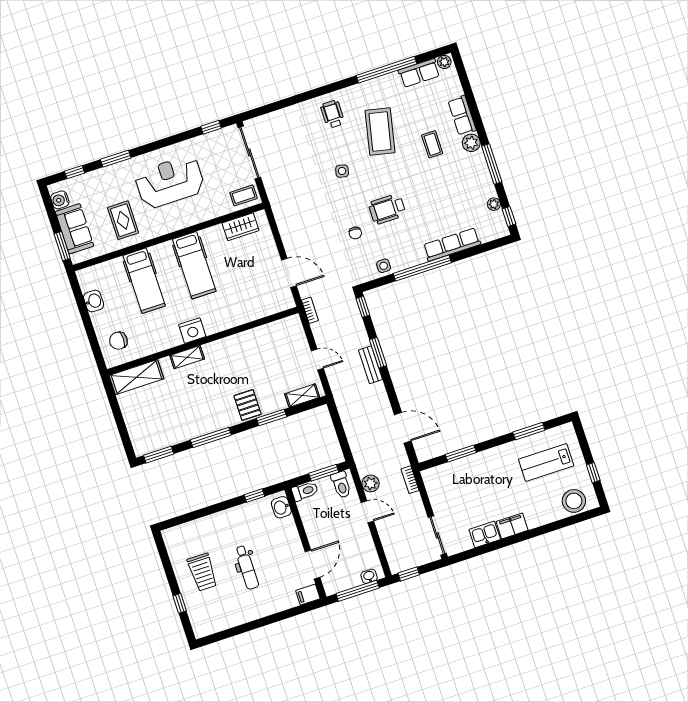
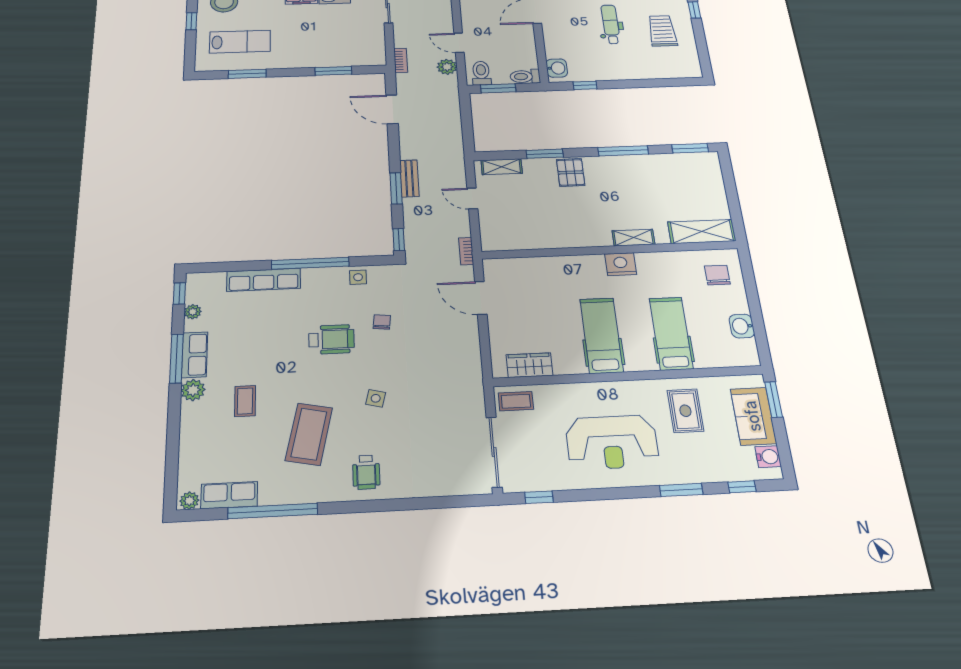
row of seats: (462, 115) -> (195, 355), moved
chair: (118, 341) -> (717, 275), turned -90

